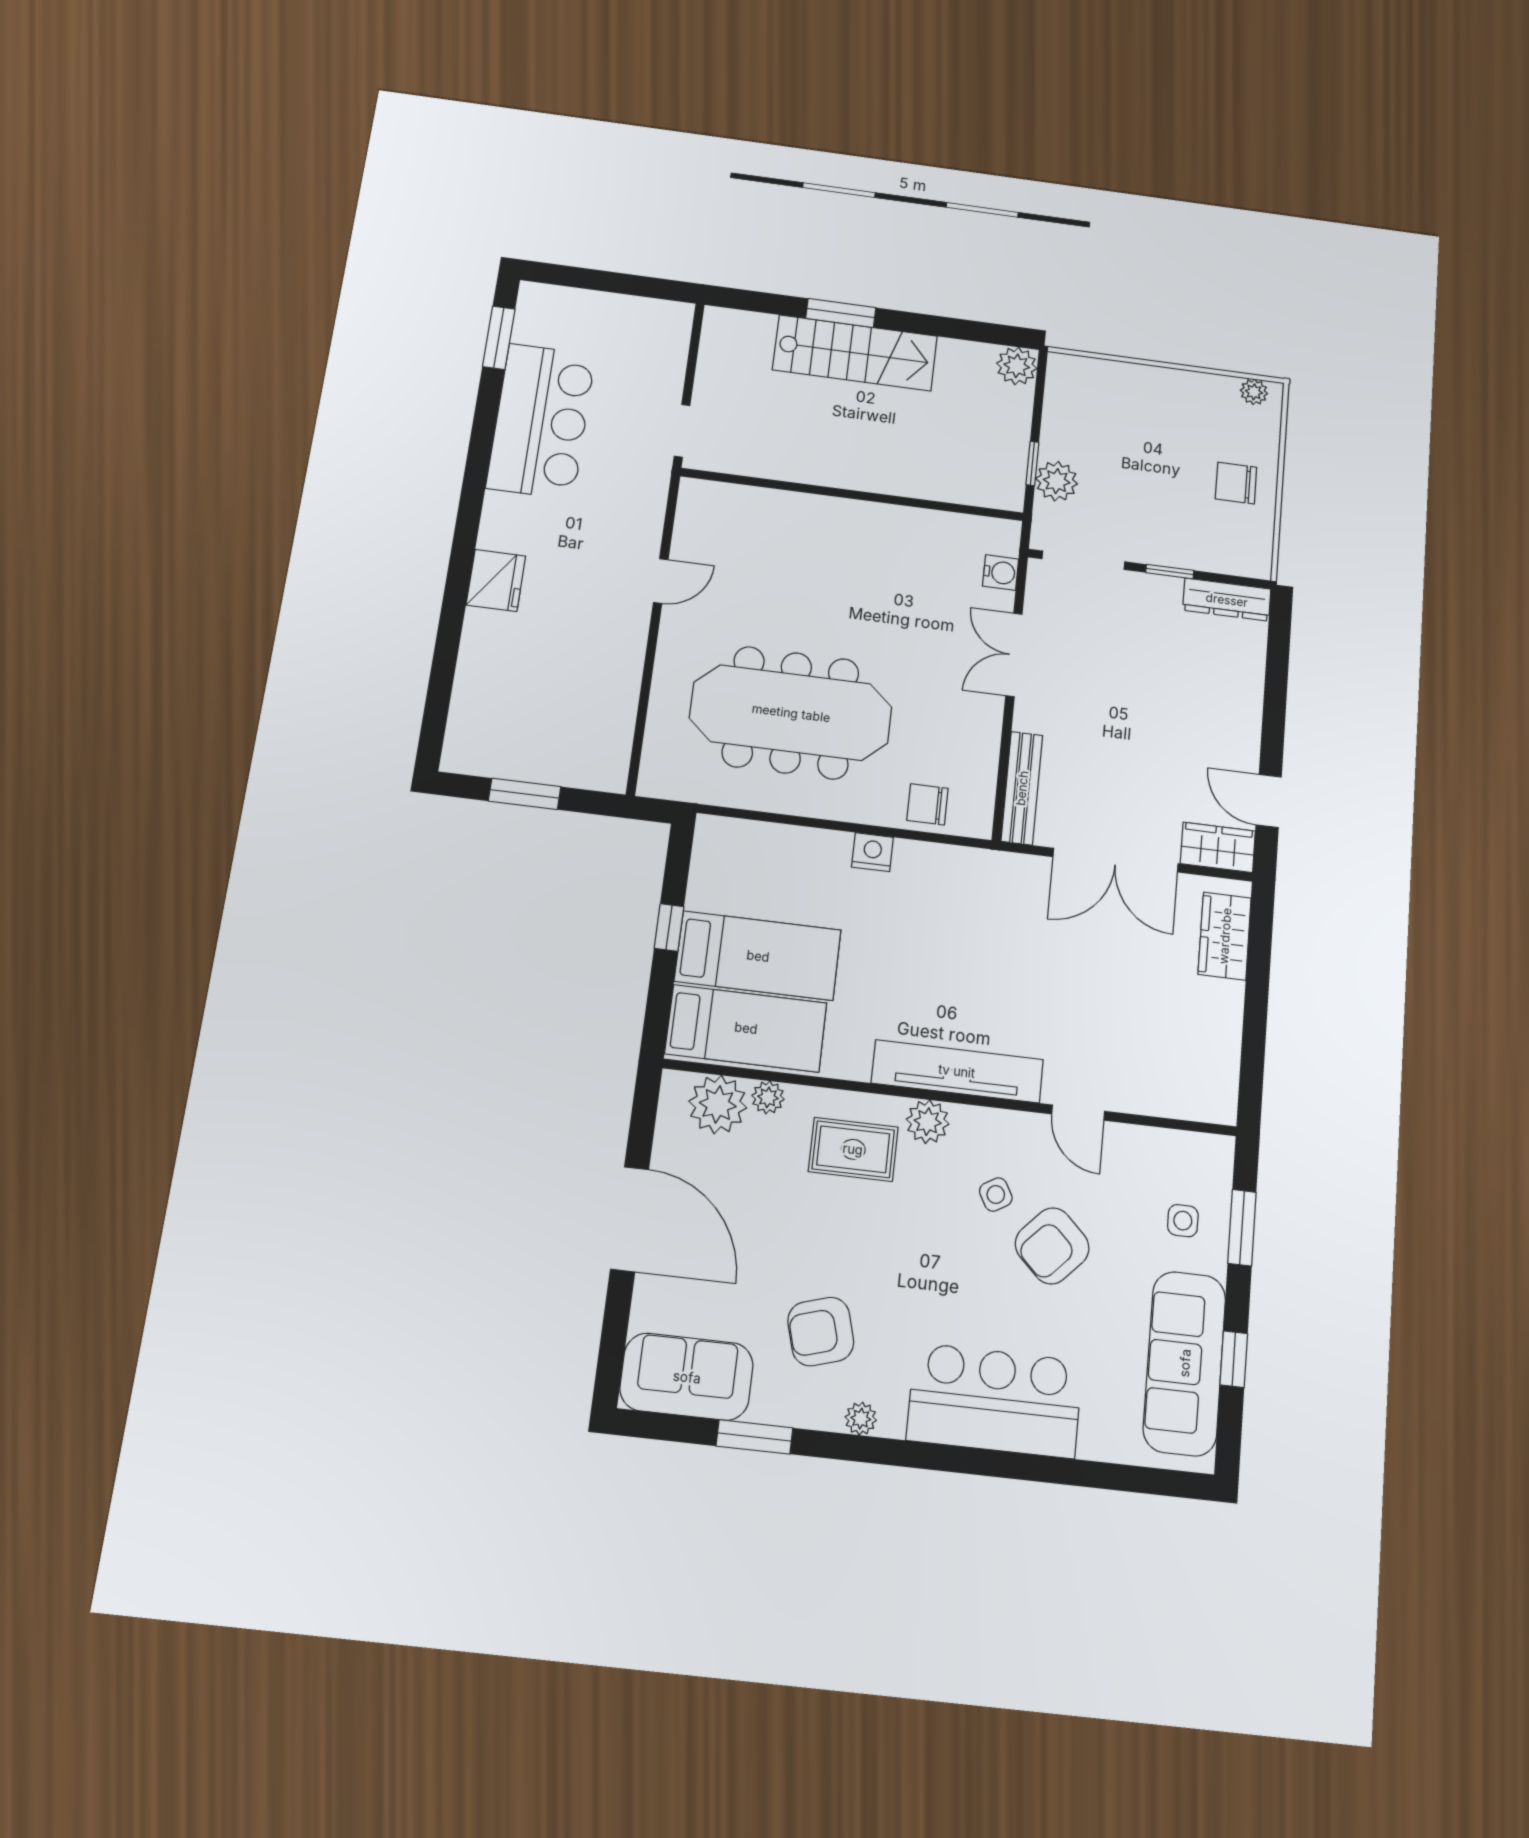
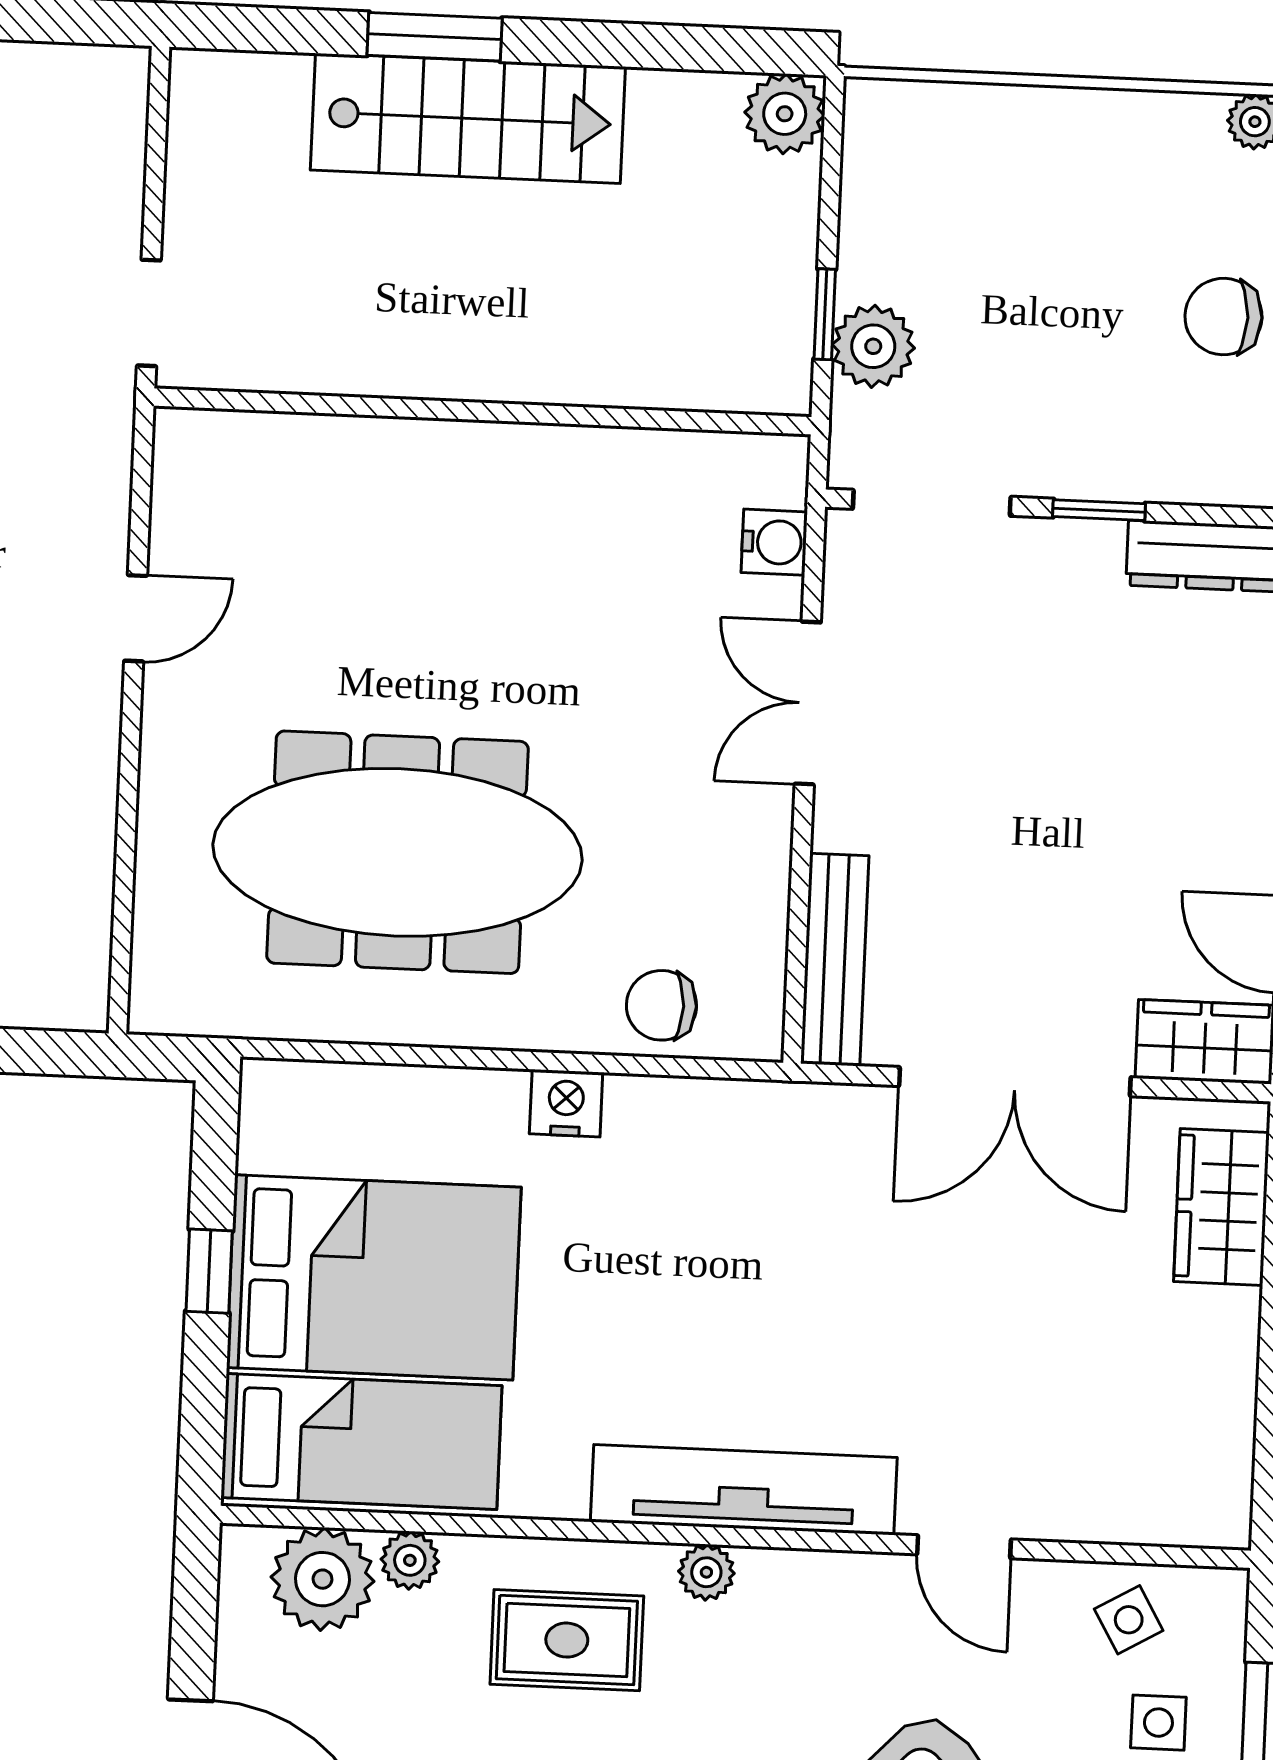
bed: (758, 956) -> (374, 1277), width x1.50
plant: (928, 1122) -> (706, 1572), width x0.73, depth x0.73
side table: (996, 1195) -> (1129, 1620), moved

